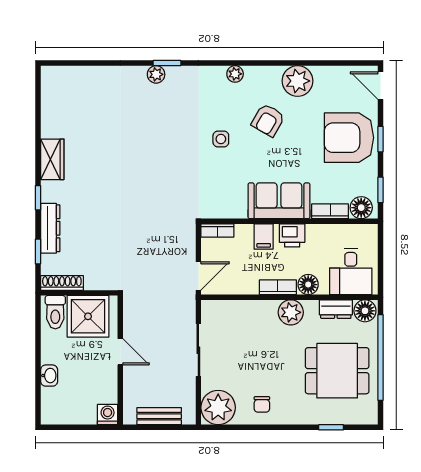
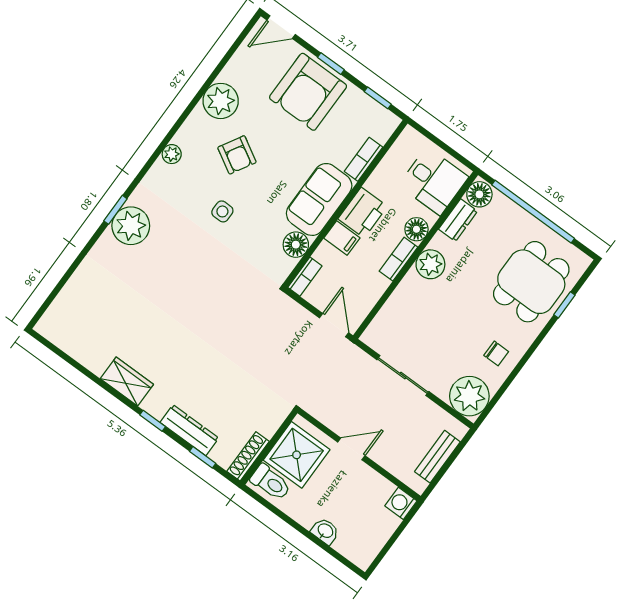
plant: (156, 74) -> (131, 226), width x1.88, depth x1.88
floor lamp: (361, 208) -> (296, 245), moved
printer: (292, 235) -> (363, 213), width x1.36, depth x1.24
dining table: (337, 371) -> (531, 282), moved

